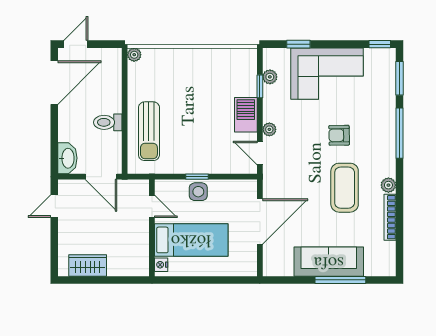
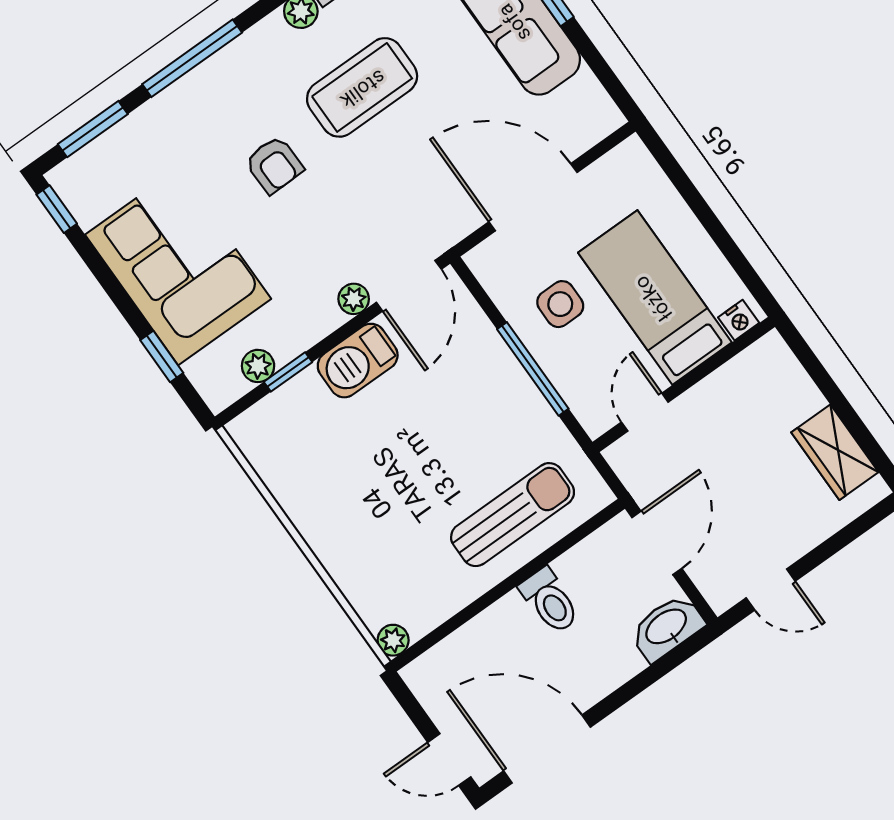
door: (260, 153) -> (409, 286), width x1.37
window: (197, 177) -> (533, 369), width x2.17
side table: (198, 192) -> (560, 304), moved

